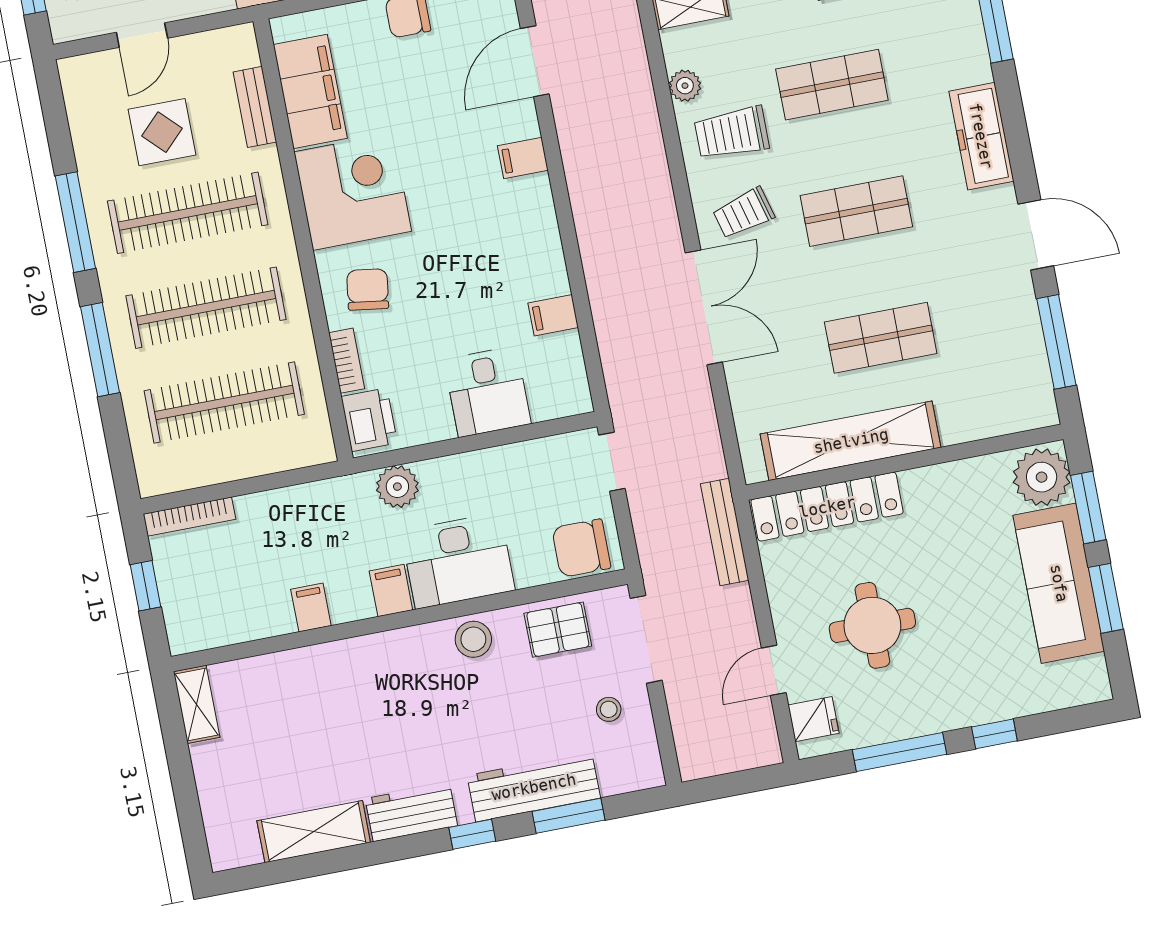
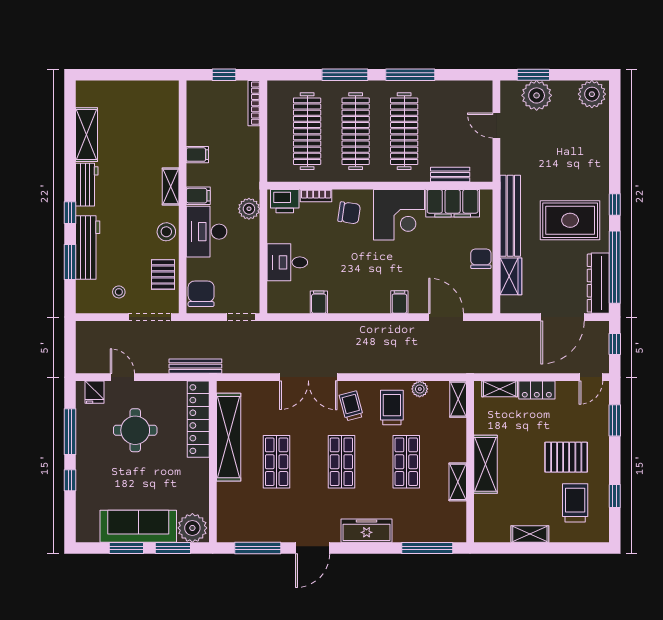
display table: (162, 132) -> (447, 126), removed
shelving: (197, 704) -> (171, 187), moved, turned 90

